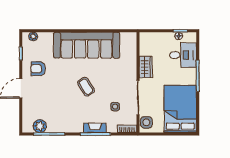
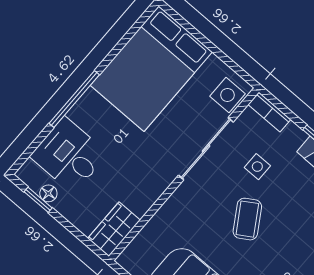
wardrobe: (146, 67) -> (114, 229), moved
coffee table: (86, 87) -> (247, 219), moved

